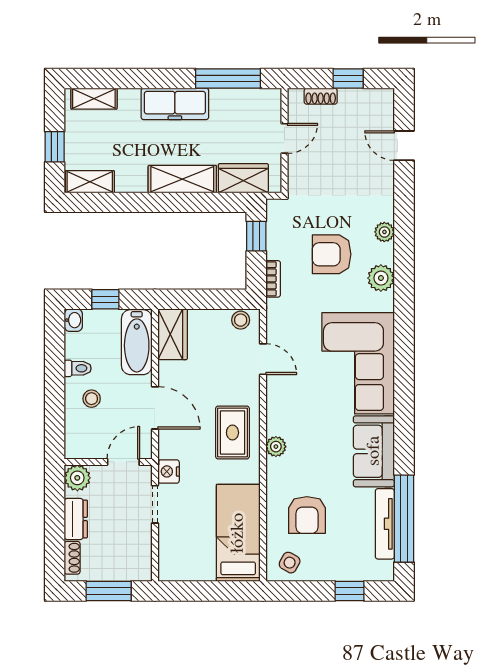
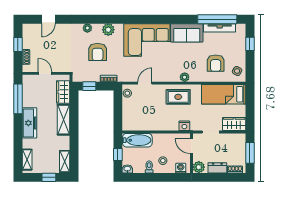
wardrobe: (173, 334) -> (234, 124), moved
door: (155, 408) -> (167, 132), removed
washing machine: (75, 438) -> (181, 168), added
nightstand: (169, 471) -> (184, 126), moved
armchair: (307, 515) -> (216, 63), turned 90

